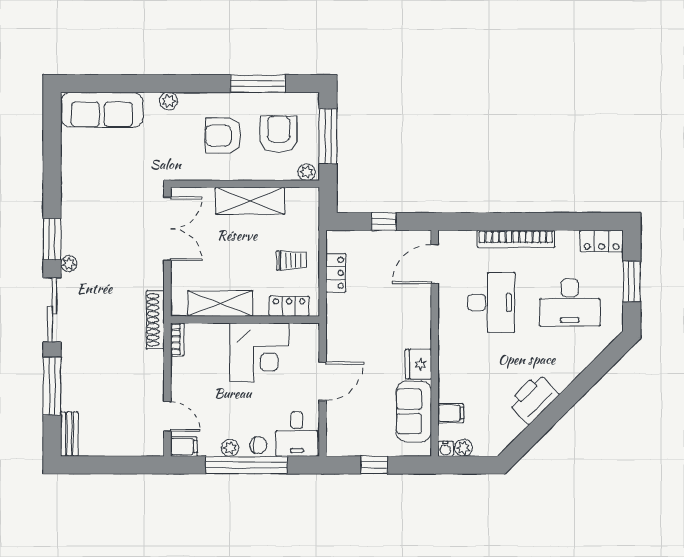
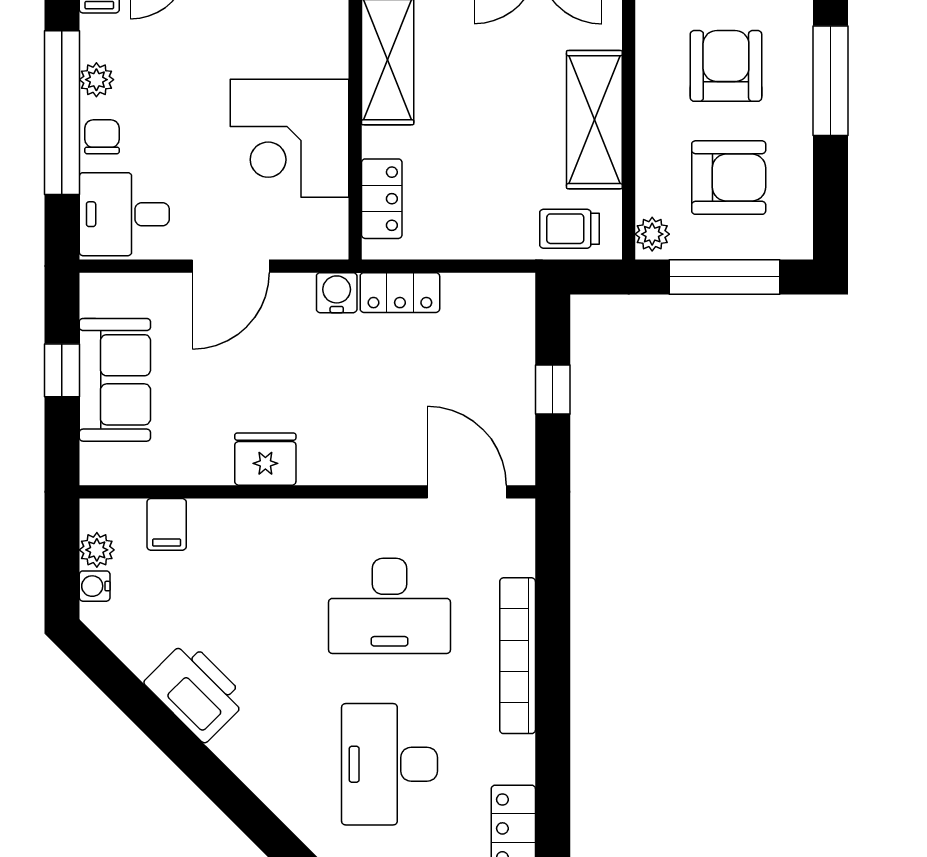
window: (258, 84) -> (831, 81), moved
trolley: (291, 260) -> (569, 229), moved, turned 90
locker: (336, 273) -> (400, 293), moved
water cooler: (336, 329) -> (337, 293), added
door: (323, 381) -> (231, 266), hinge flipped
sofa: (414, 411) -> (115, 380), moved, turned 90
chair: (258, 445) -> (102, 137), turned 180
water cooler: (445, 449) -> (95, 586), moved

